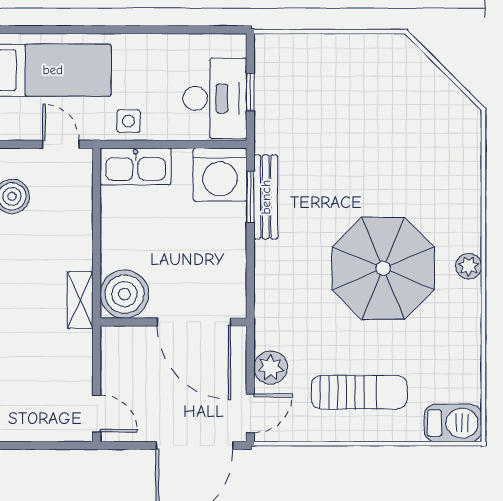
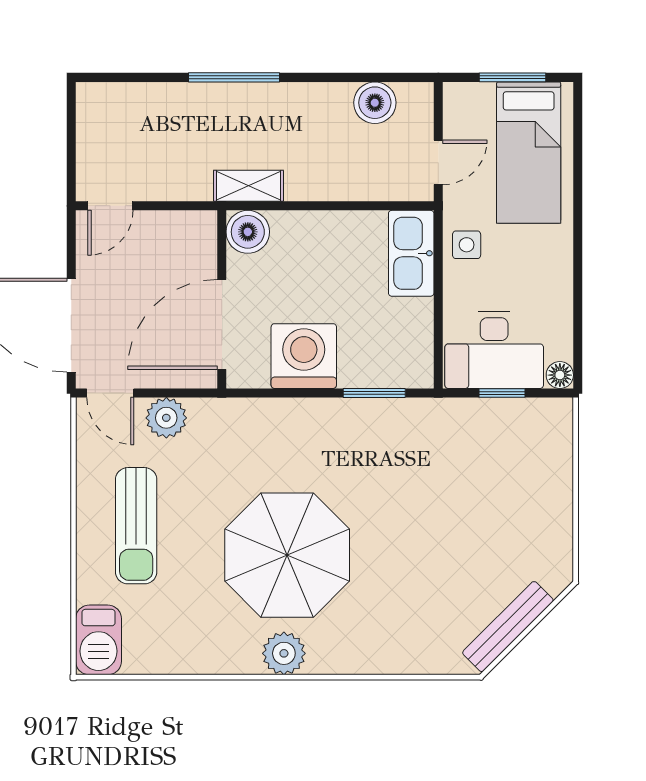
floor lamp: (235, 45) -> (560, 375), added
washing machine: (220, 175) -> (304, 356), moved, turned 90
bench: (266, 197) -> (508, 627), moved, turned -45
plant: (469, 266) -> (284, 653), width x1.38, depth x1.38
boiler: (124, 294) -> (248, 232), width x0.73, depth x0.73

